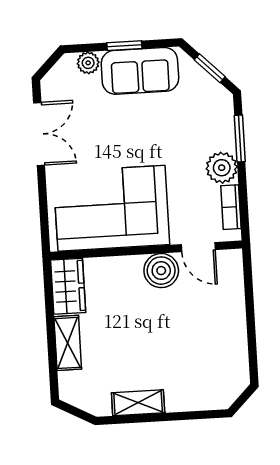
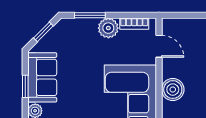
door: (198, 247) -> (159, 46), hinge flipped
boiler: (161, 271) -> (173, 90), moved

